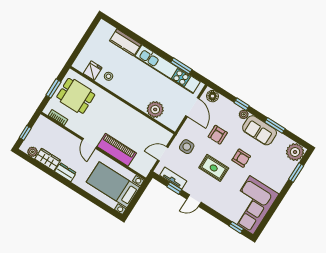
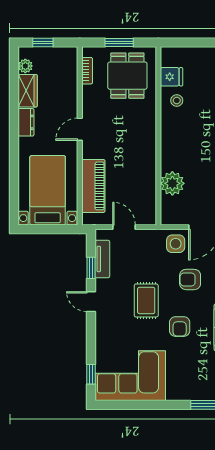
side table: (187, 147) -> (176, 244), moved
piano: (117, 150) -> (93, 186), moved

